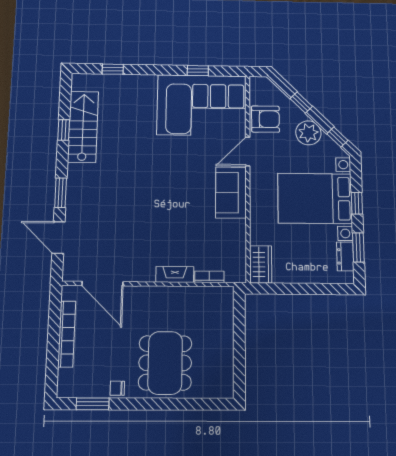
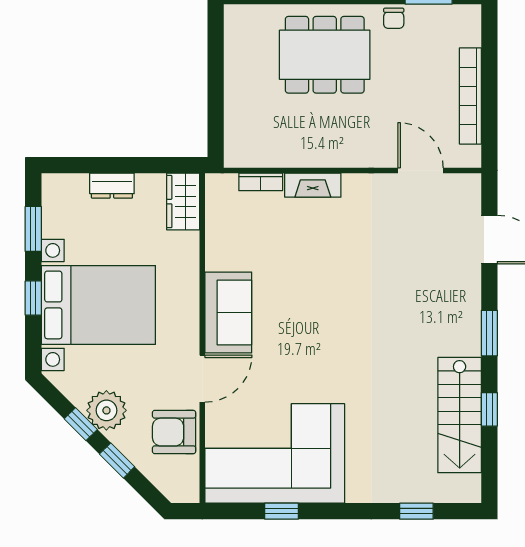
window: (337, 137) -> (81, 424), moved
window: (61, 193) -> (489, 333), moved
dresser: (345, 256) -> (112, 186), moved, turned 90
door: (102, 284) -> (421, 170), width x0.73
dining table: (165, 363) -> (325, 55), turned 90
chair: (117, 388) -> (394, 18), turned 90

